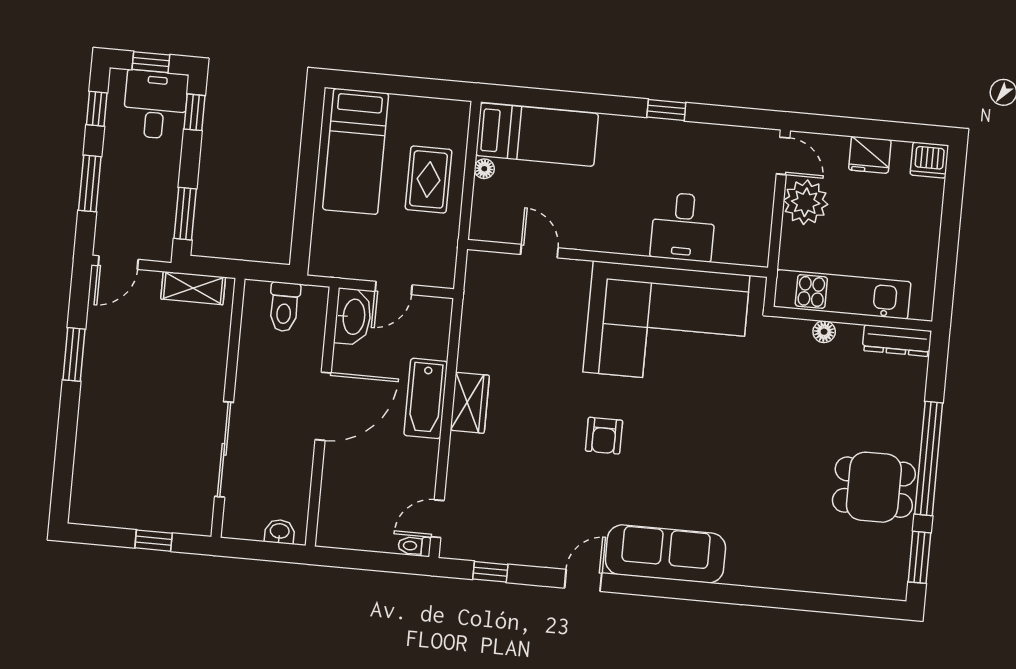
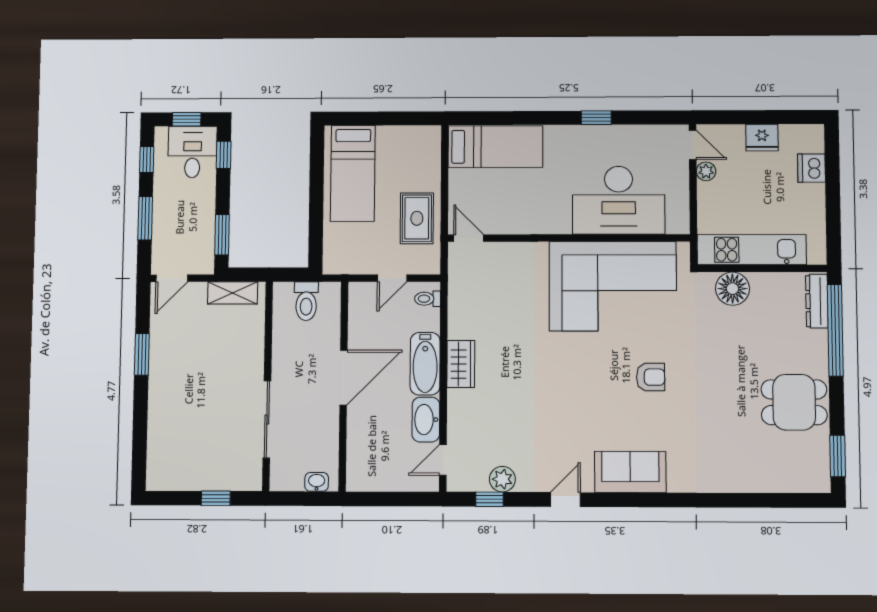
dishwasher: (929, 160) -> (812, 168), moved, turned 90
floor lamp: (484, 169) -> (456, 177), removed
rug: (429, 179) -> (417, 218), moved
plant: (806, 202) -> (706, 171), width x0.53, depth x0.53
desk: (683, 227) -> (619, 200), width x1.87, depth x1.30
door: (539, 251) -> (469, 238), moved
washbasin: (353, 317) -> (426, 420), moved, turned 180
floor lamp: (824, 332) -> (732, 289), width x1.89, depth x1.89
dresser: (897, 341) -> (817, 301), moved, turned 90
armchair: (604, 436) -> (651, 377), moved, turned -90
window: (929, 458) -> (835, 330), moved
toilet: (414, 546) -> (428, 299), moved
plant: (508, 549) -> (502, 479), added
sofa: (665, 554) -> (630, 472), width x0.73

